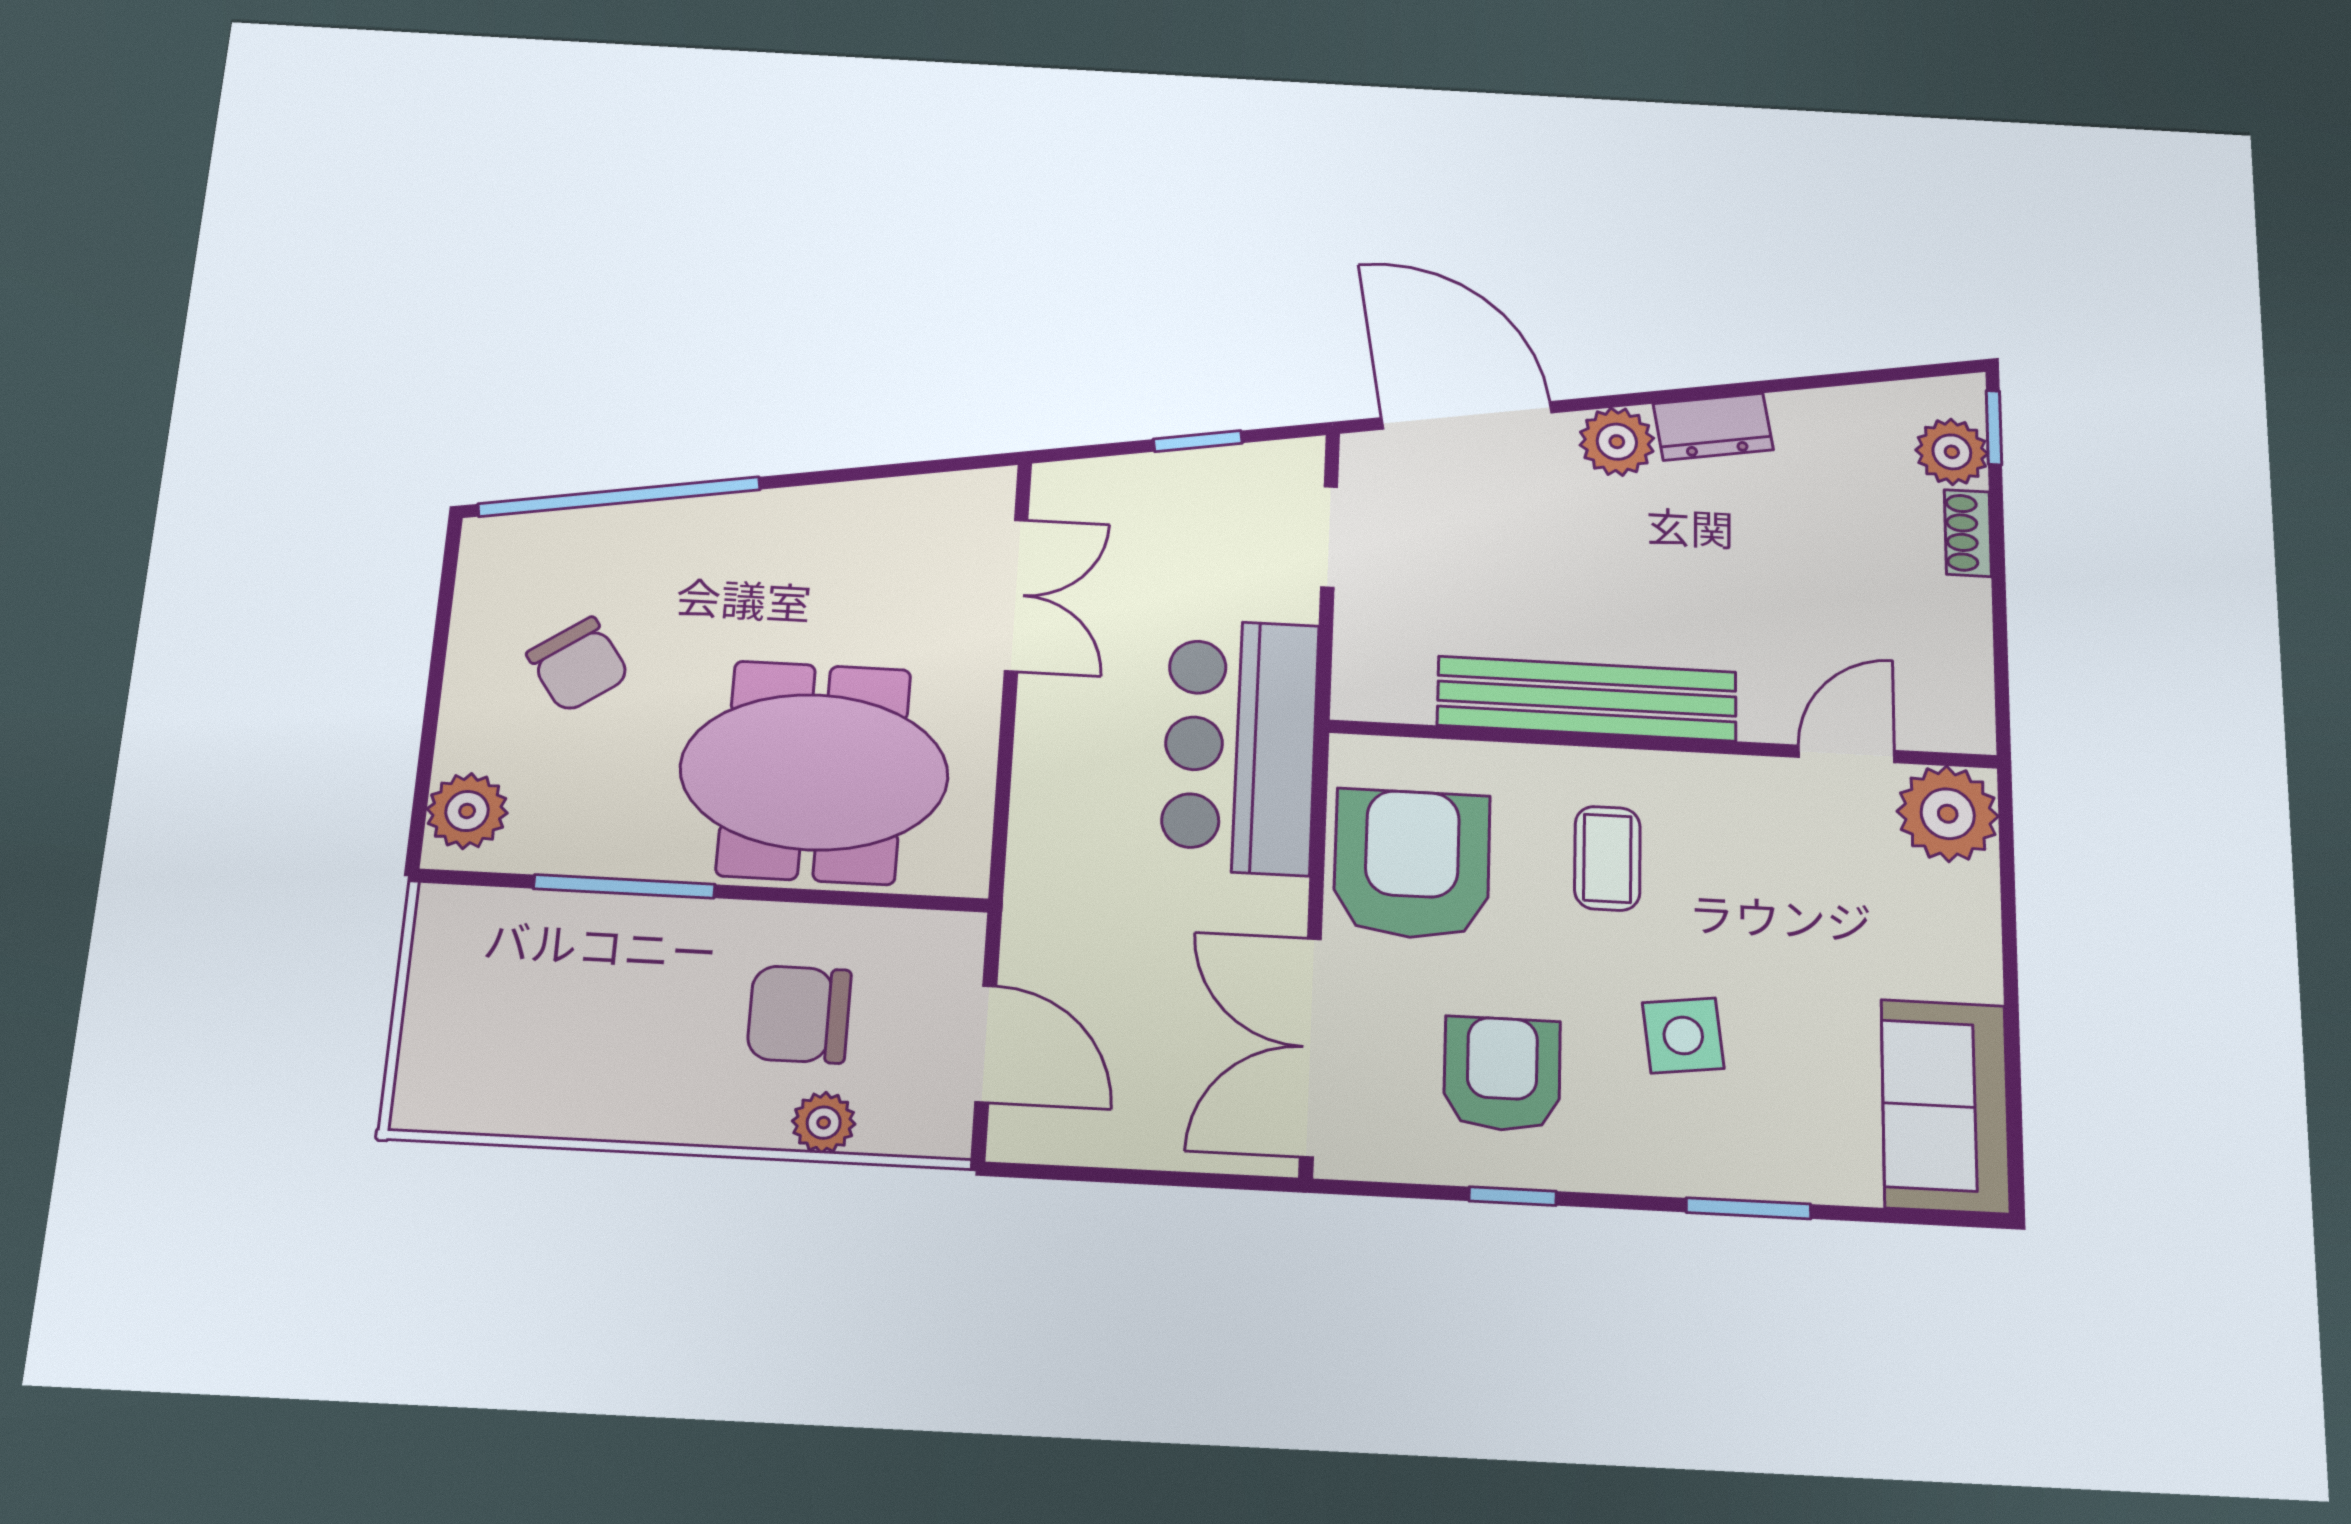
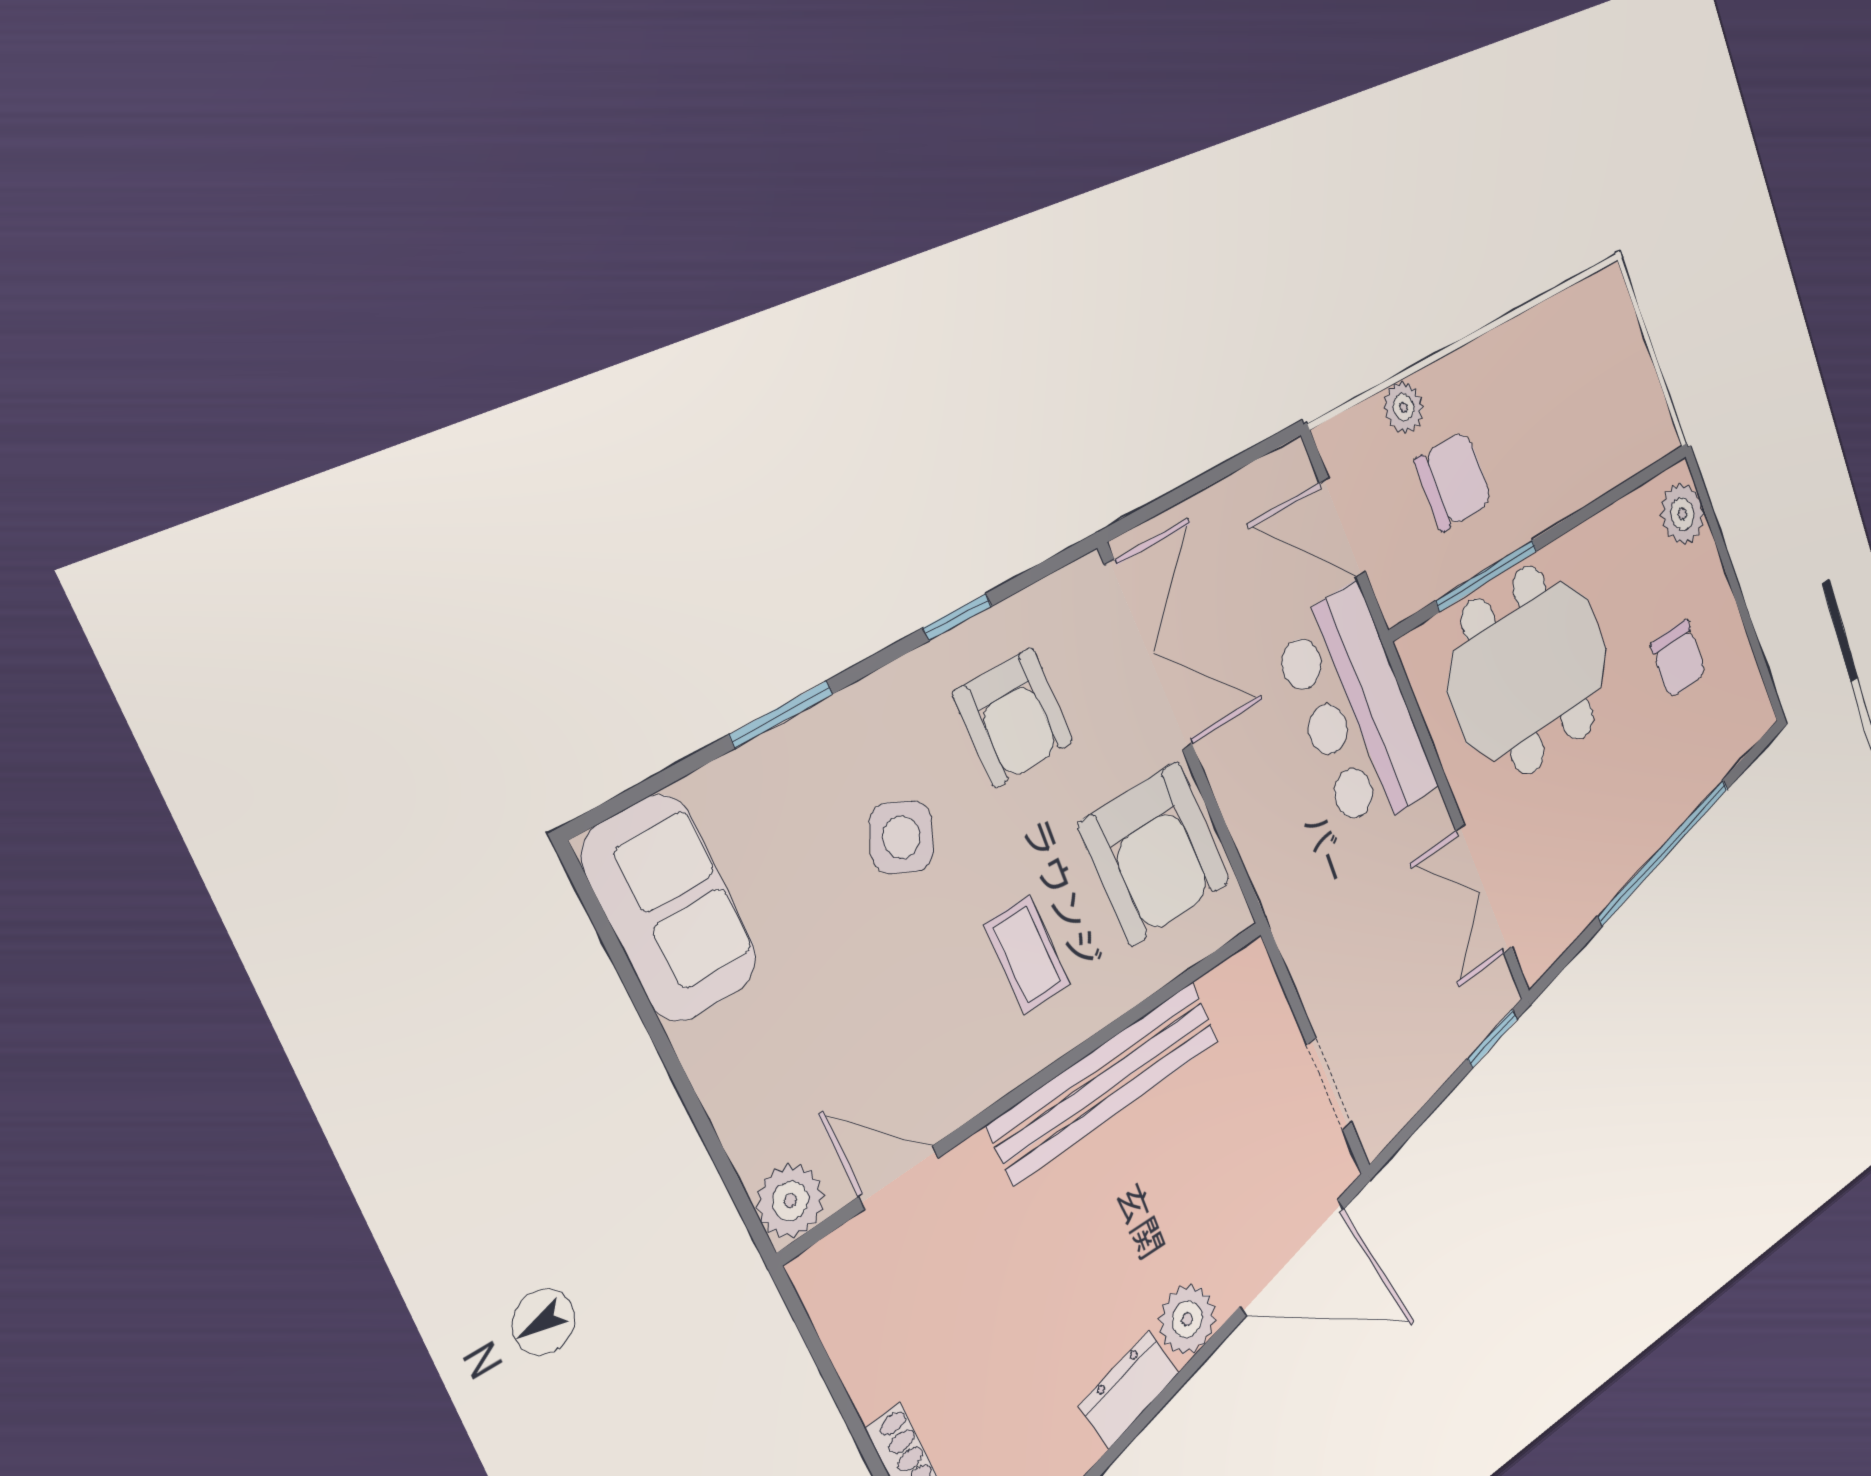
window: (1198, 441) -> (1492, 1039), moved
window: (619, 497) -> (1664, 851), moved
chair: (578, 665) -> (1678, 659), turned -145
bar counter: (1240, 746) -> (1355, 711), moved, turned 180
door: (1847, 754) -> (899, 1177), swing flipped
plant: (1948, 814) -> (790, 1201), width x0.73, depth x0.73
window: (624, 886) -> (1487, 576), moved
side table: (1683, 1036) -> (902, 837), turned 31

